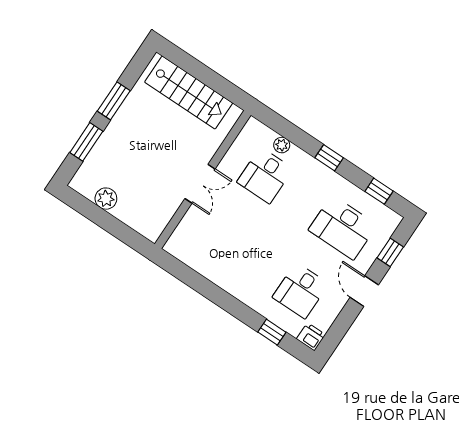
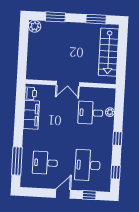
window: (114, 101) -> (96, 19), moved
plant: (106, 199) -> (35, 26), moved
filing cabinet: (214, 268) -> (31, 115), added
window: (272, 332) -> (17, 161), width x2.17
printer: (311, 337) -> (31, 93), moved

